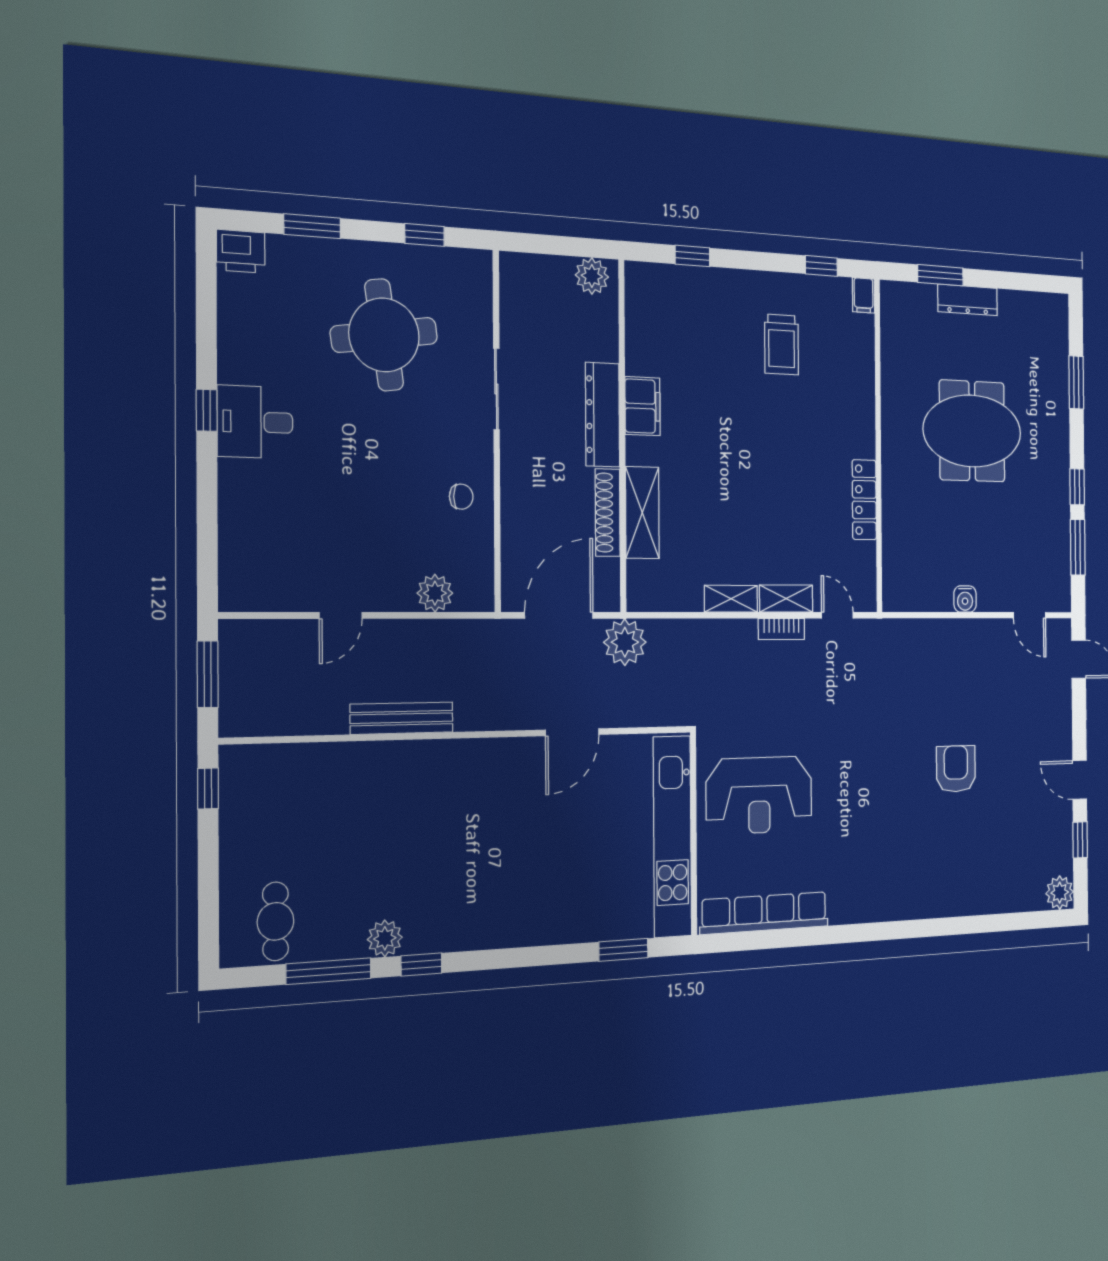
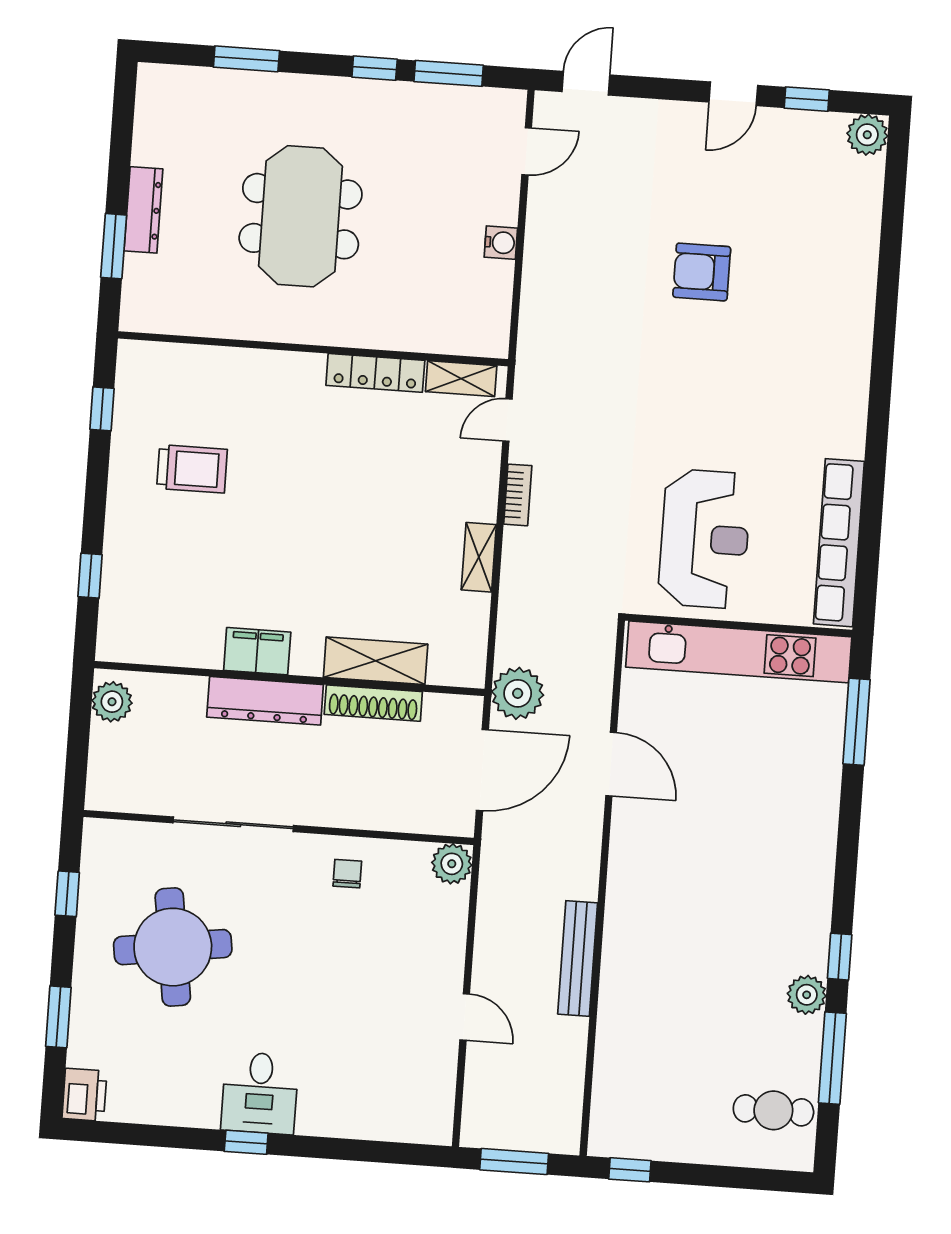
filing cabinet: (864, 295) -> (137, 355), removed
sliding door: (496, 389) -> (233, 824), width x1.37
plant: (435, 593) -> (452, 864), moved
shelving: (786, 599) -> (461, 379), moved, turned 90
door: (559, 615) -> (482, 770), swing flipped
window: (623, 950) -> (856, 722), width x1.44

